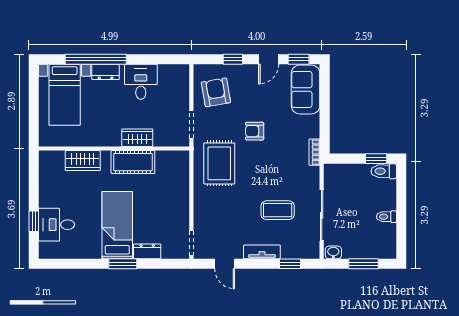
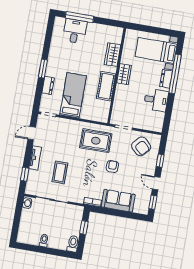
sofa: (306, 89) -> (118, 201), moved
armchair: (216, 92) -> (141, 146), turned 53
wardrobe: (137, 138) -> (124, 74), moved
window: (376, 159) -> (84, 227), moved
window: (34, 221) -> (79, 17), width x2.17
bed: (117, 225) -> (73, 95), moved, turned -90
window: (363, 264) -> (17, 221), removed

